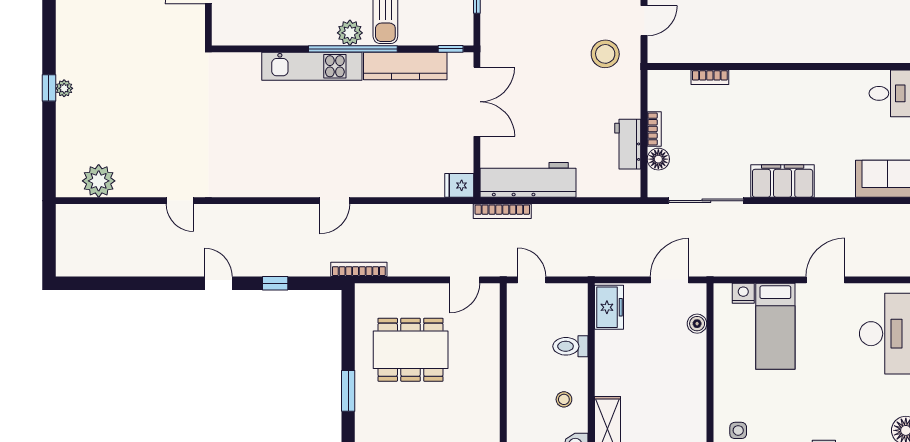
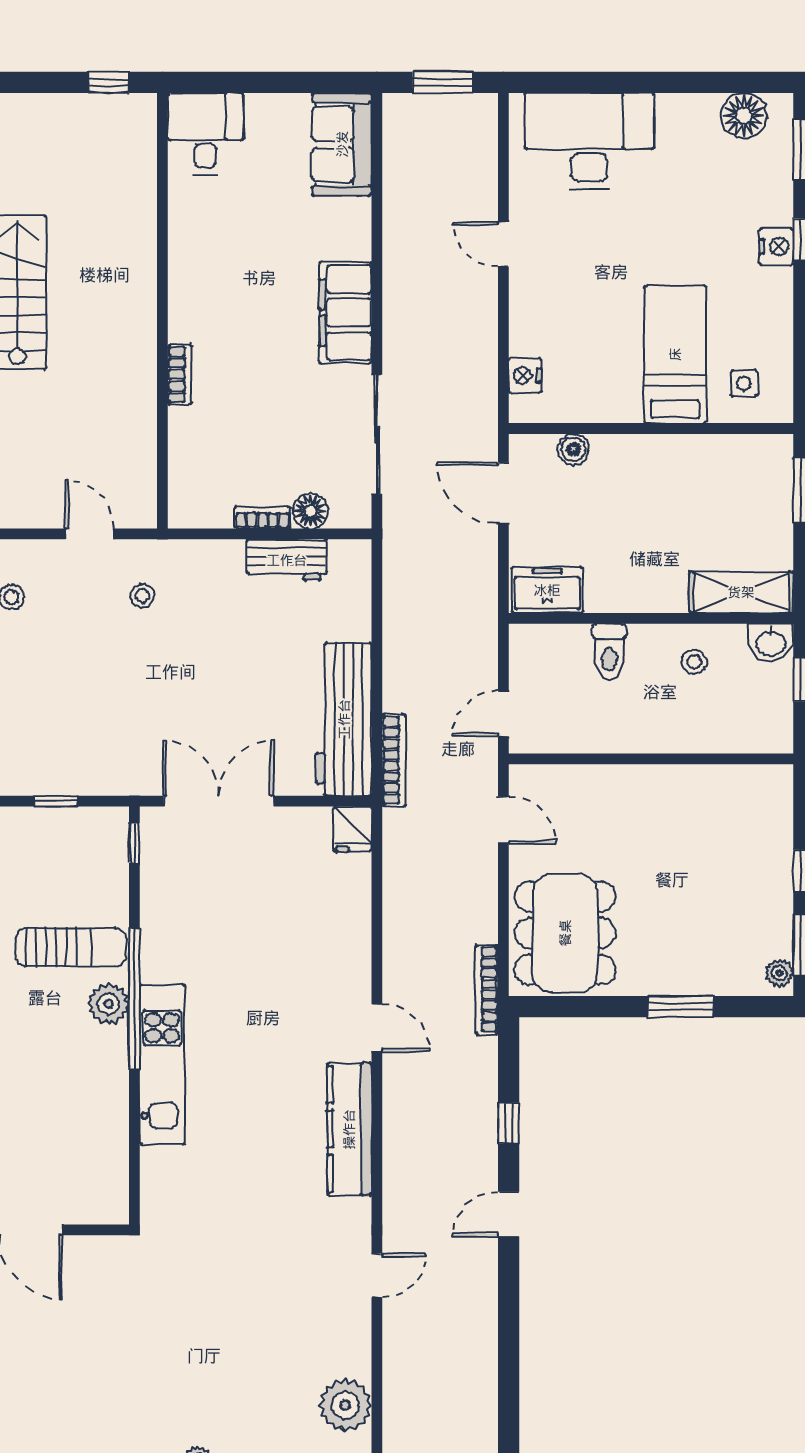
stool: (605, 54) -> (142, 596), width x0.53, depth x0.53
kitchen counter: (405, 66) -> (349, 1129), moved, turned 180
bookcase: (710, 77) -> (180, 374), moved
door: (825, 280) -> (503, 244), width x0.73
bed: (775, 326) -> (675, 354), moved, turned -90
dining table: (411, 350) -> (565, 933), moved

